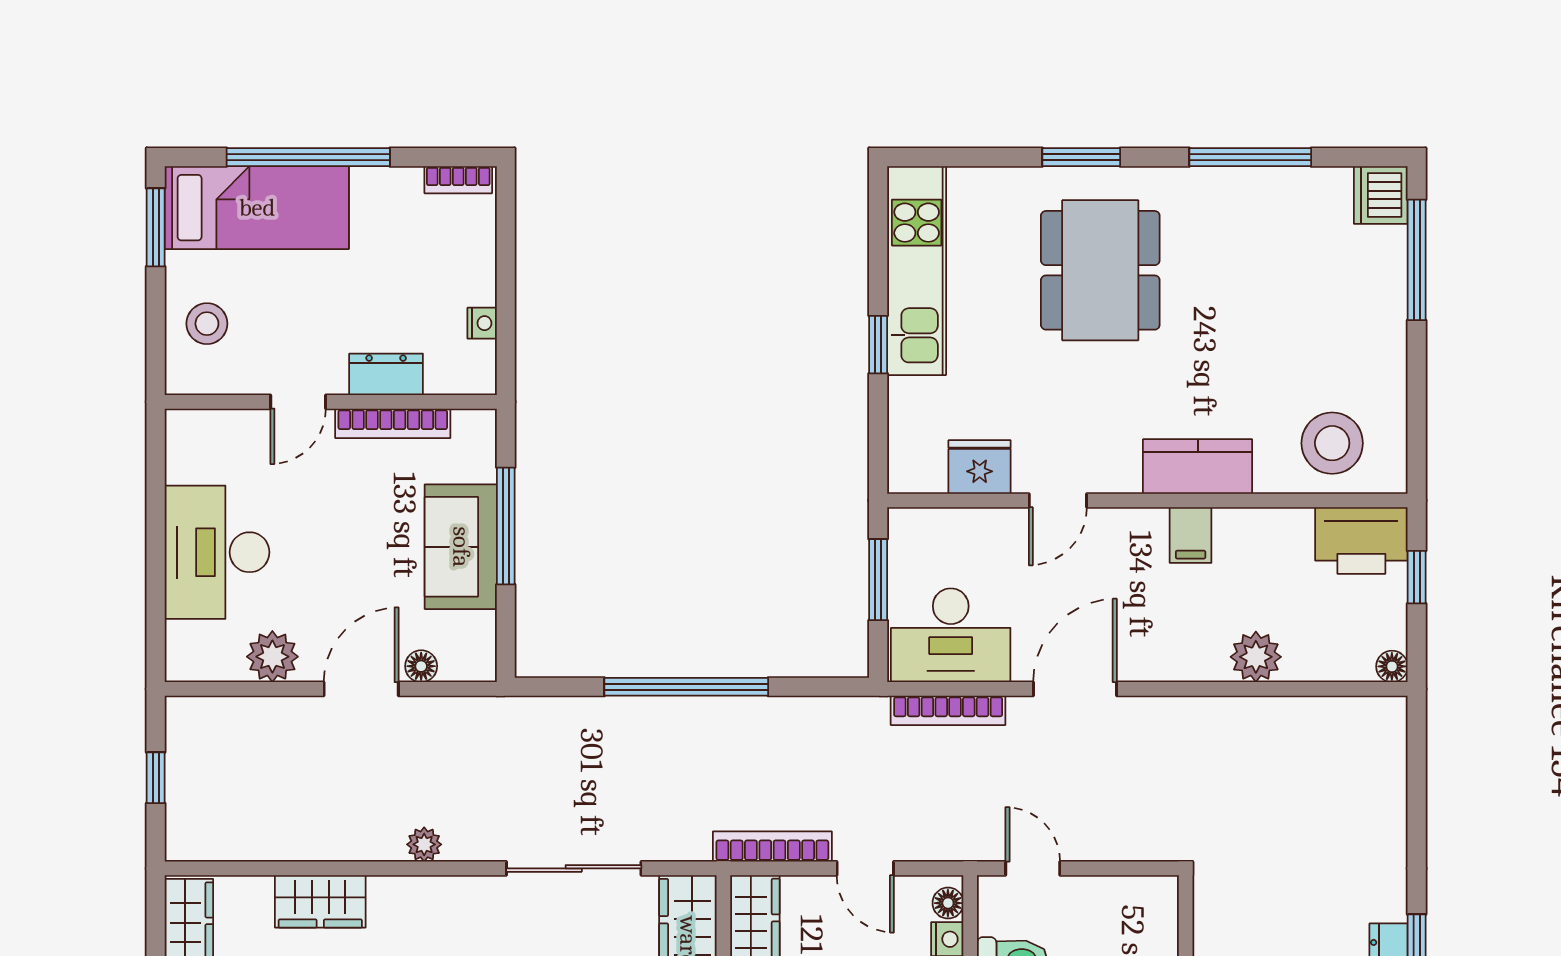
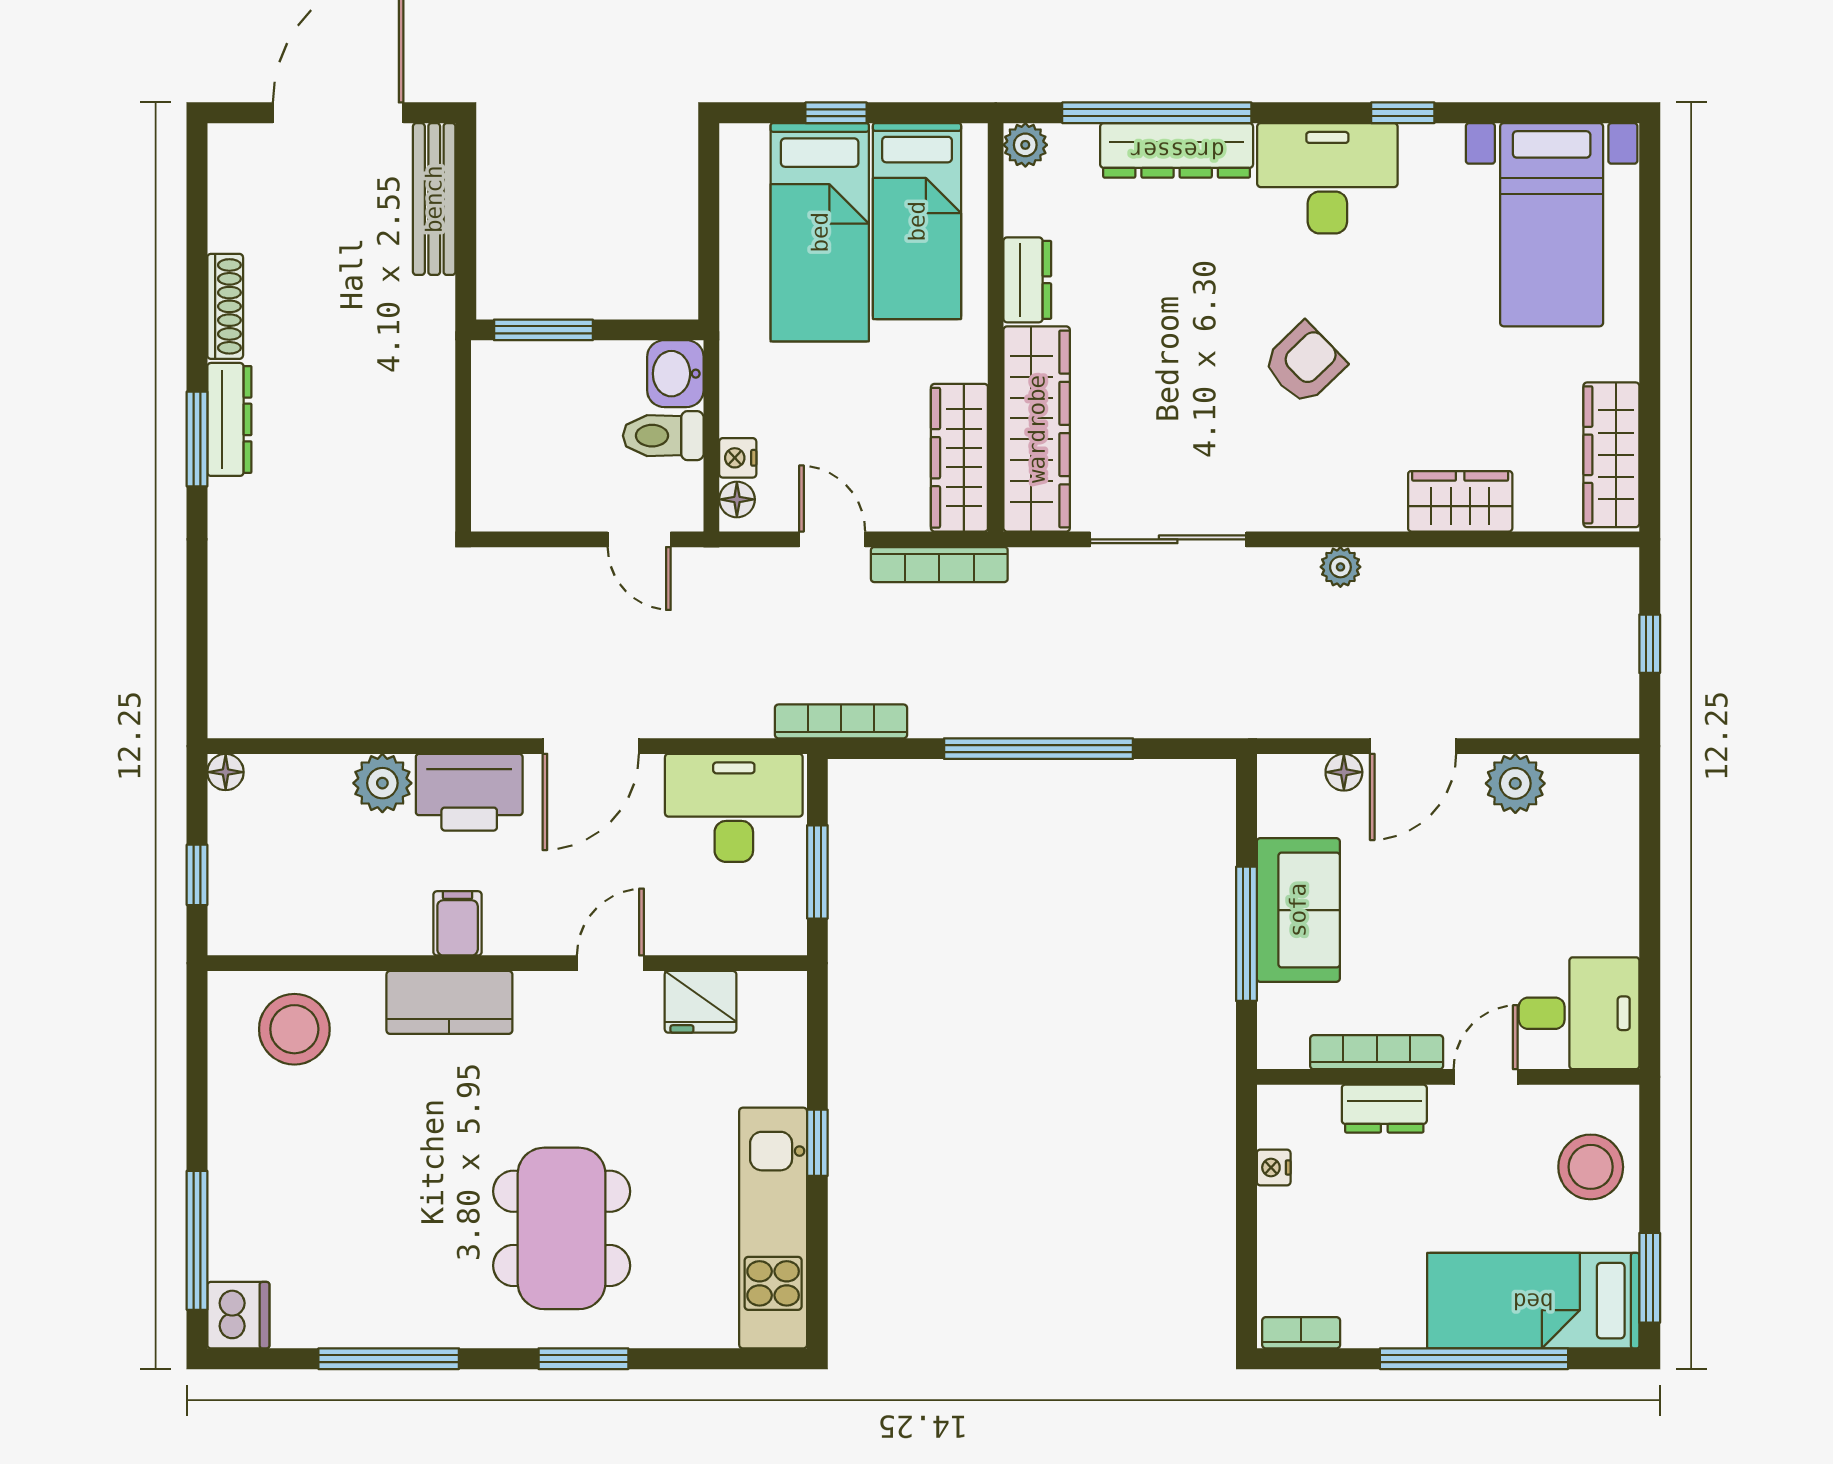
stool: (207, 324) -> (1591, 1167), width x1.38, depth x1.38
printer: (1361, 541) -> (469, 792), moved, turned 180
desk: (217, 552) -> (1579, 1013), moved, width x0.73
bookcase: (948, 710) -> (841, 721), moved

